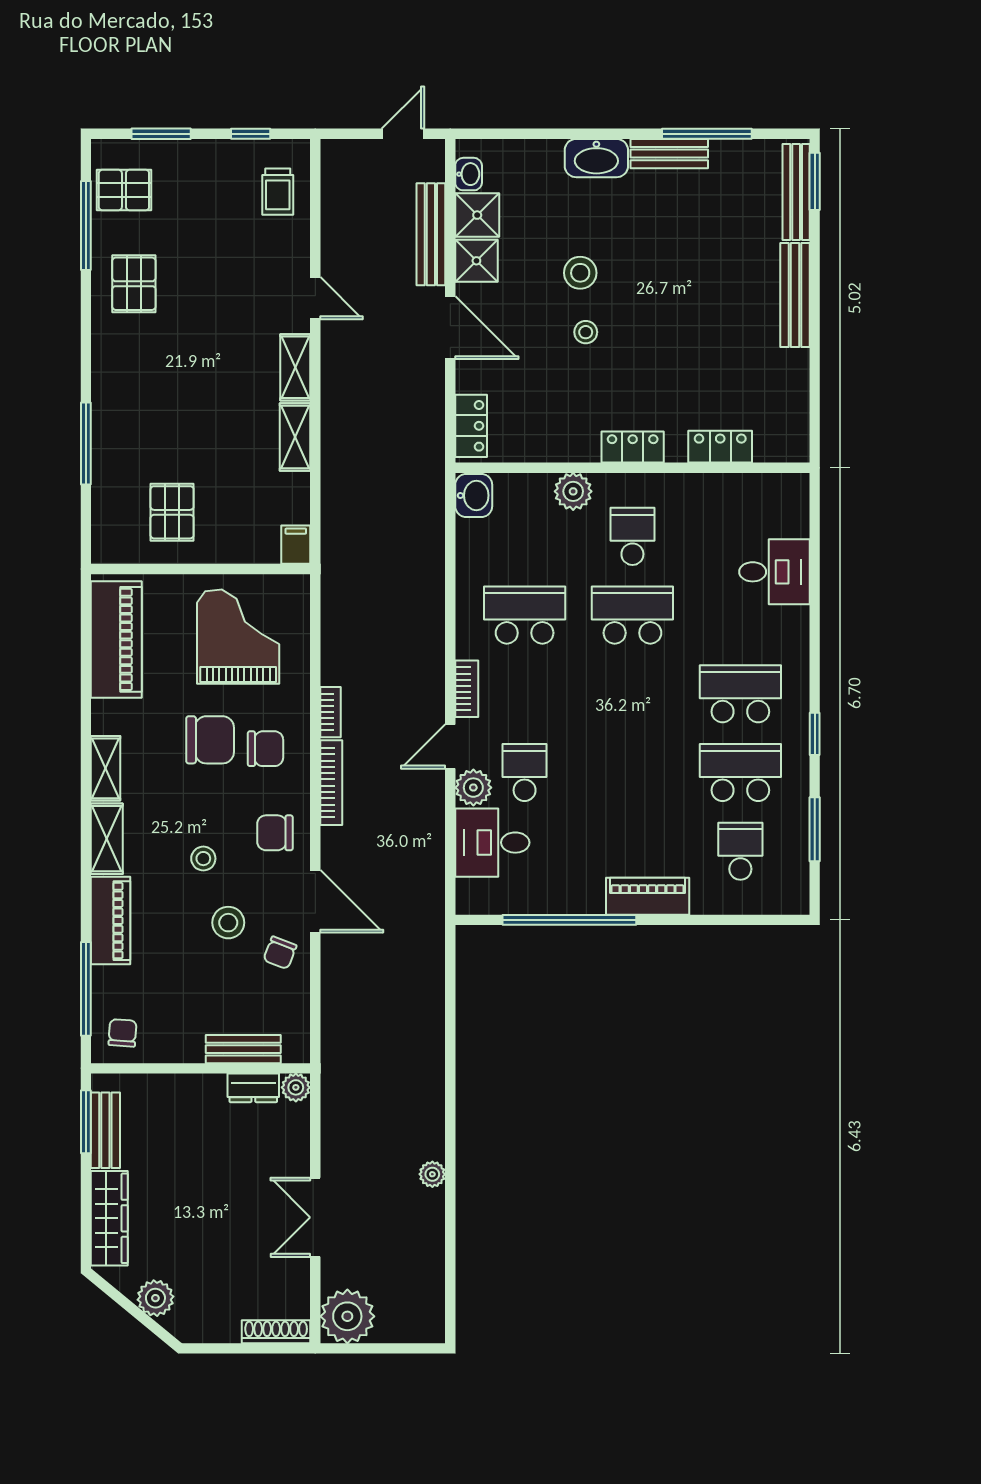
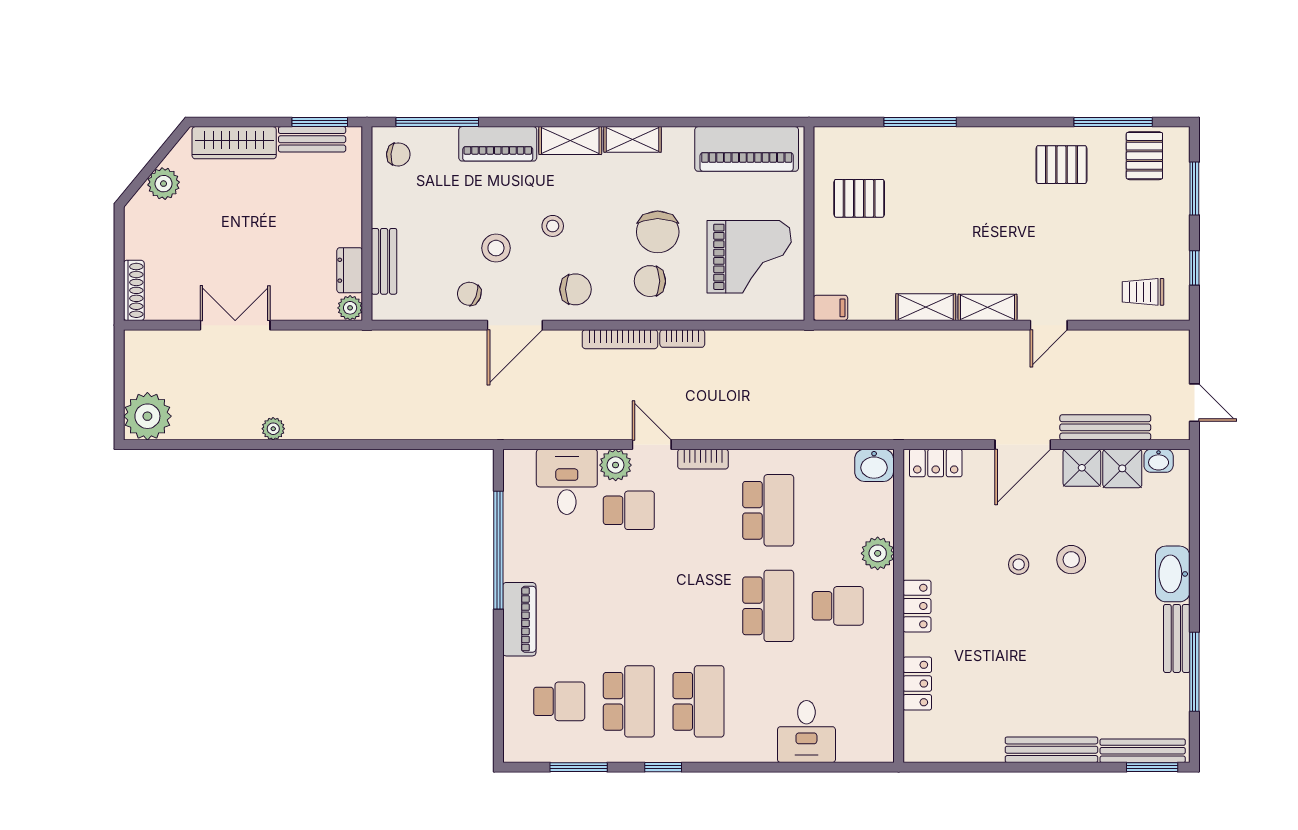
chair: (265, 749) -> (650, 281), turned 90
chair: (275, 833) -> (575, 289), turned 90
plant: (347, 1316) -> (147, 416), moved

